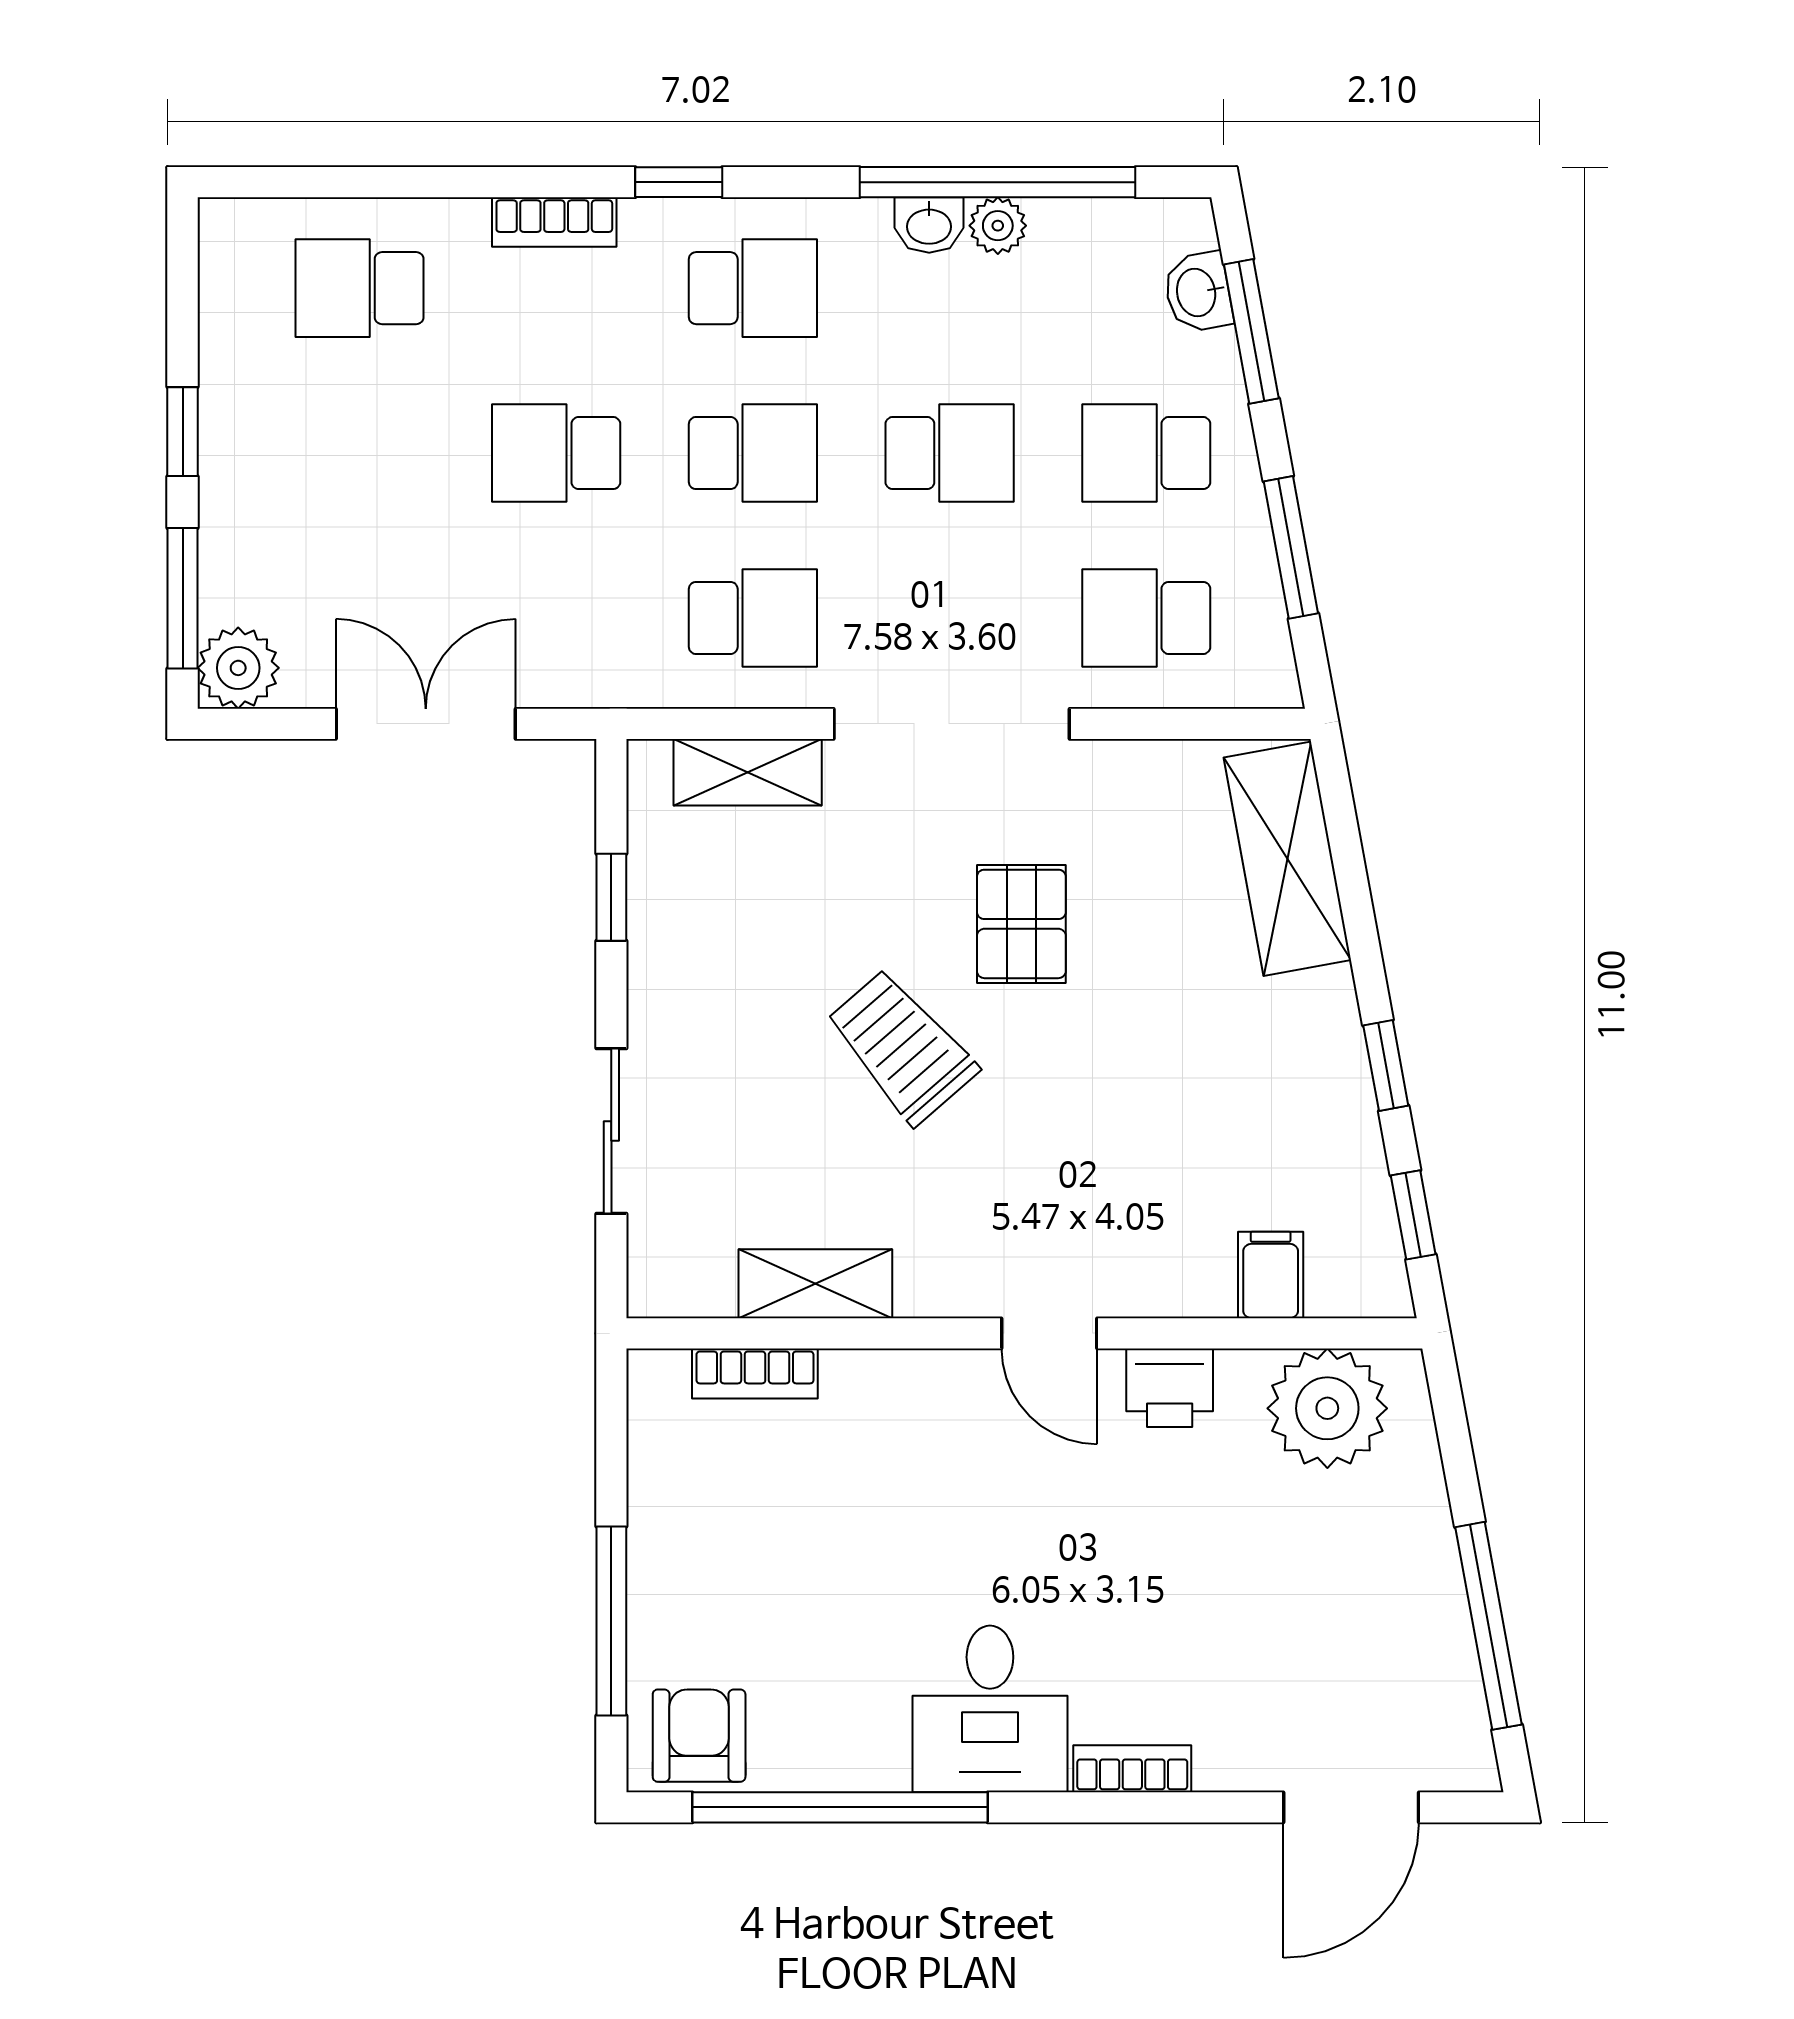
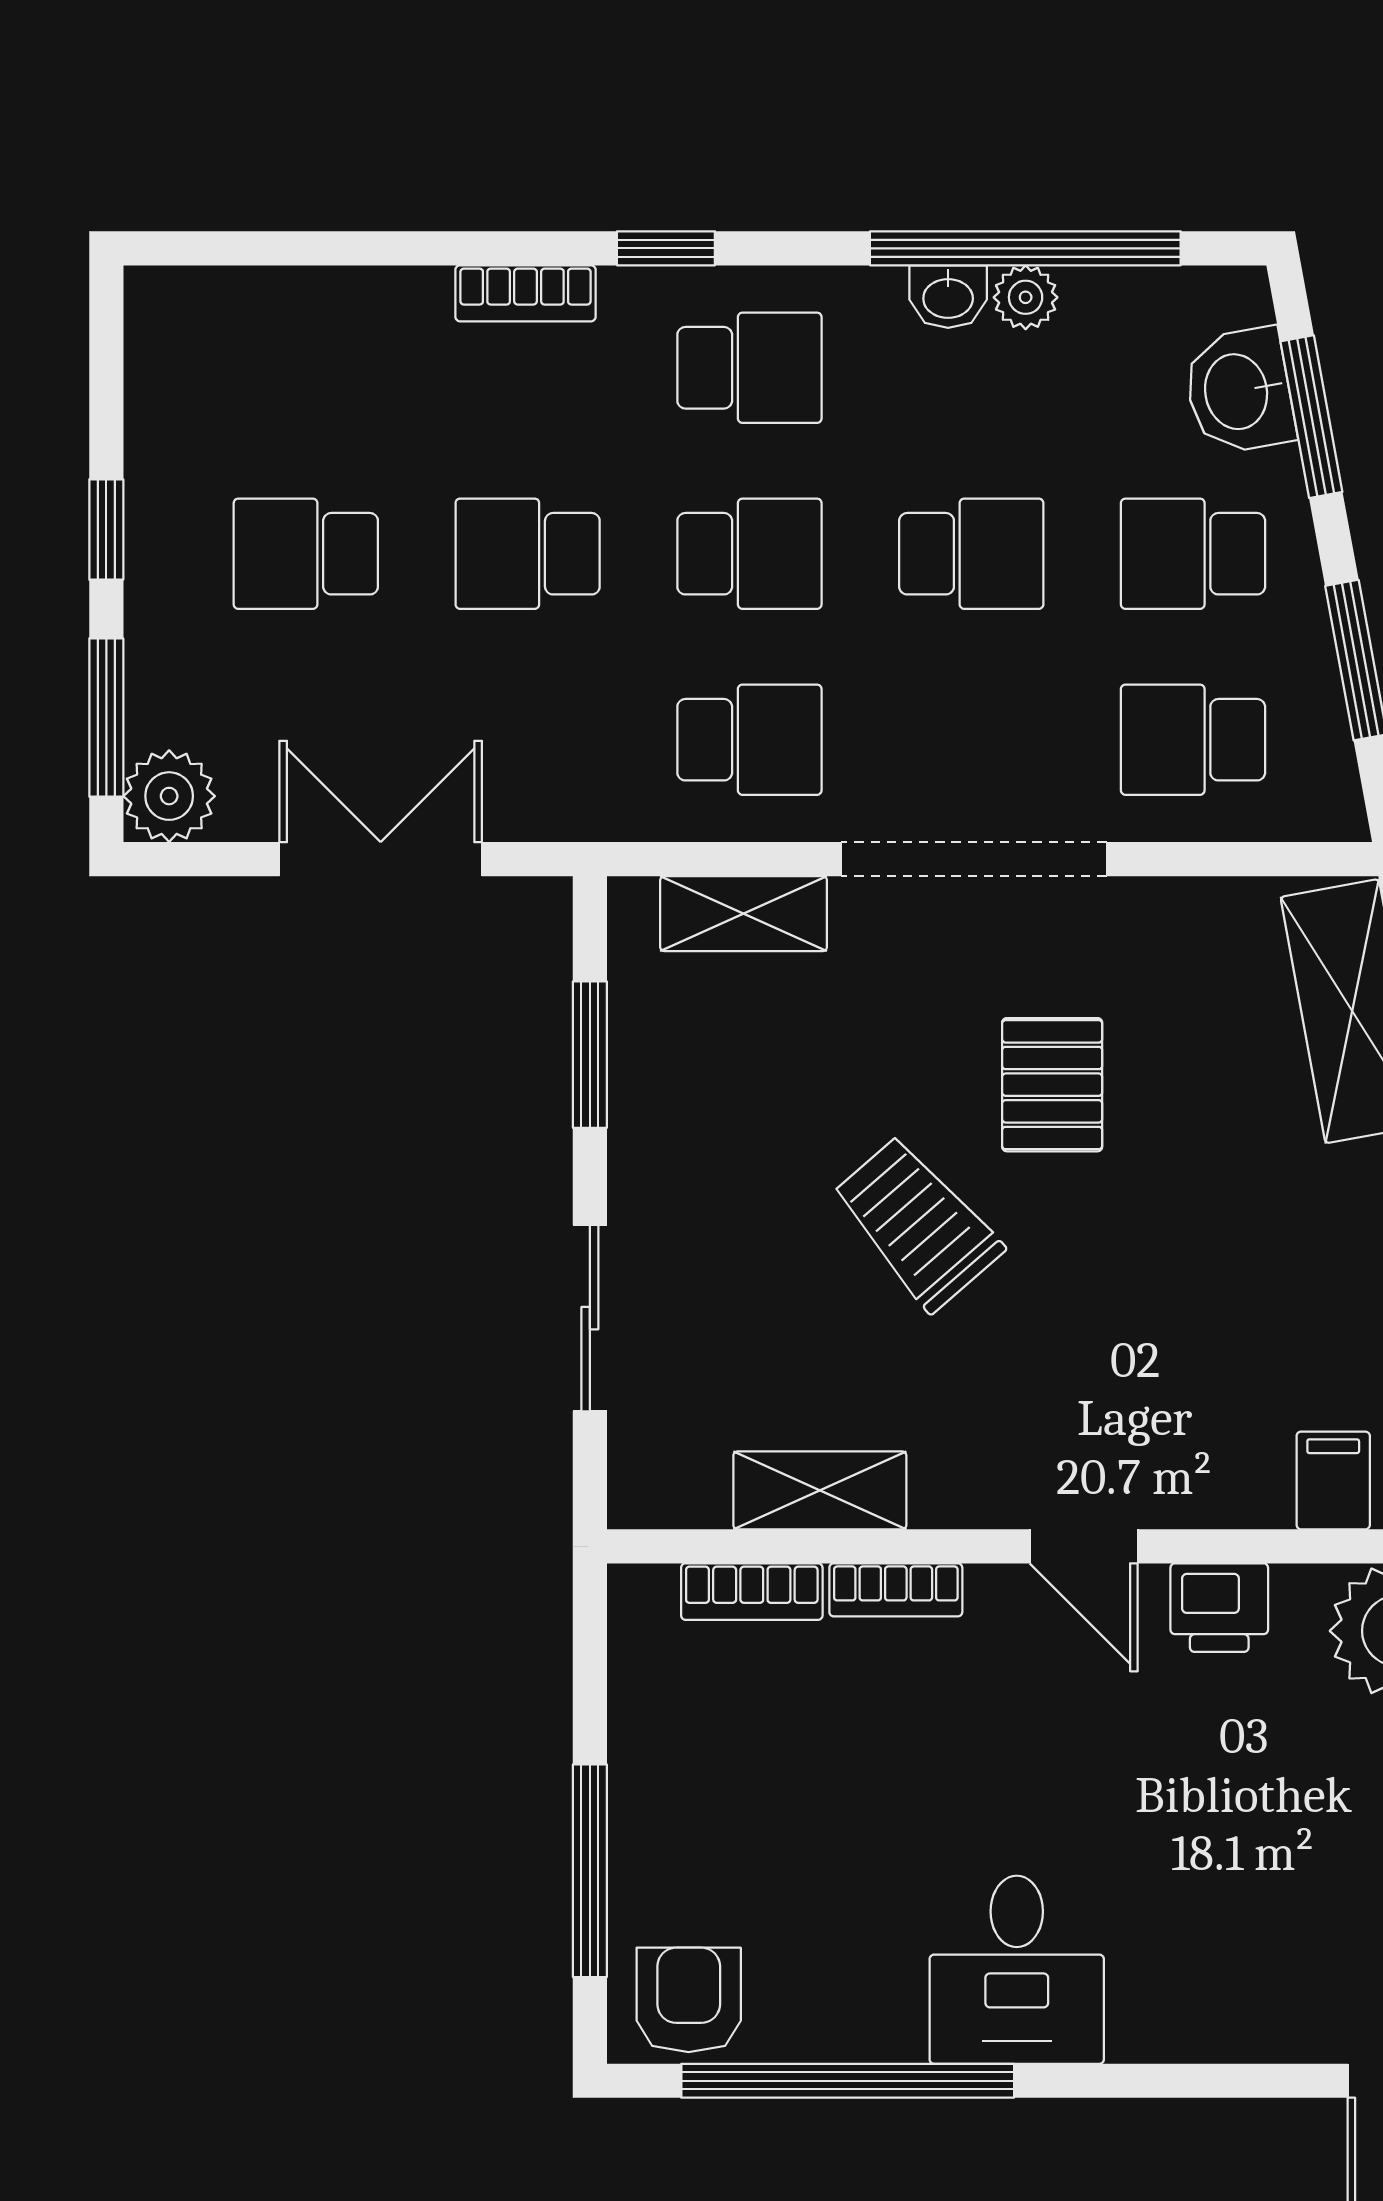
school desk: (359, 288) -> (306, 554), moved
washbasin: (1198, 292) -> (1239, 391), width x1.38, depth x1.45
window: (611, 897) -> (590, 1055), width x1.50
bookcase: (1132, 1769) -> (896, 1590), moved, turned 180

